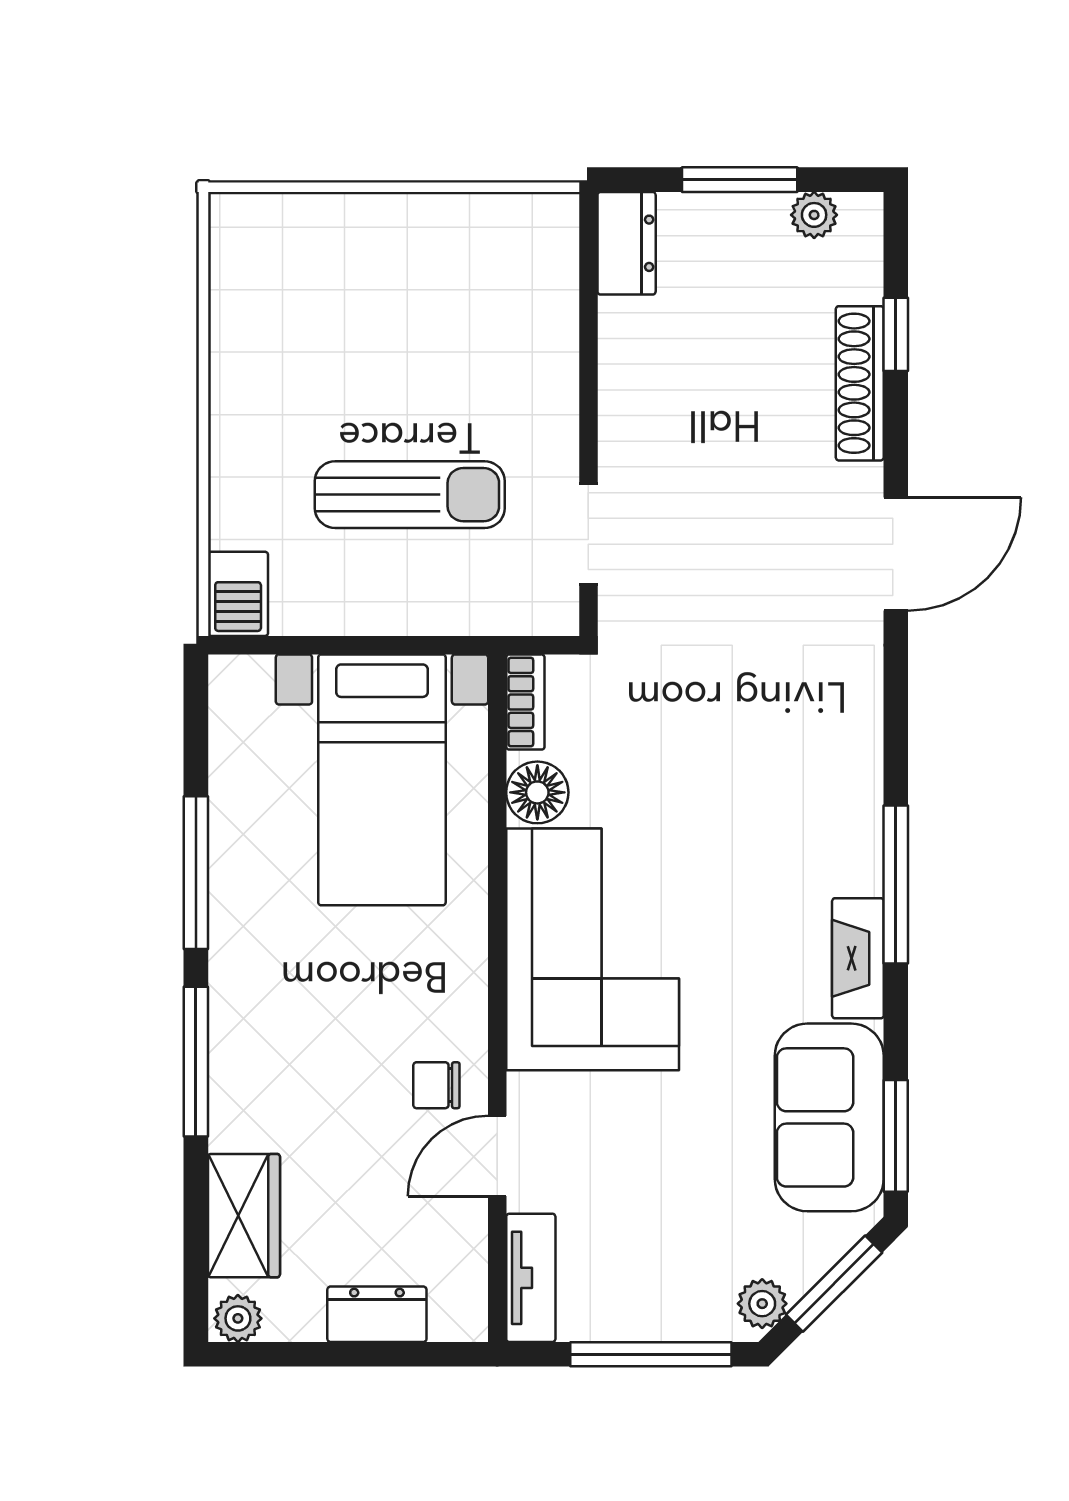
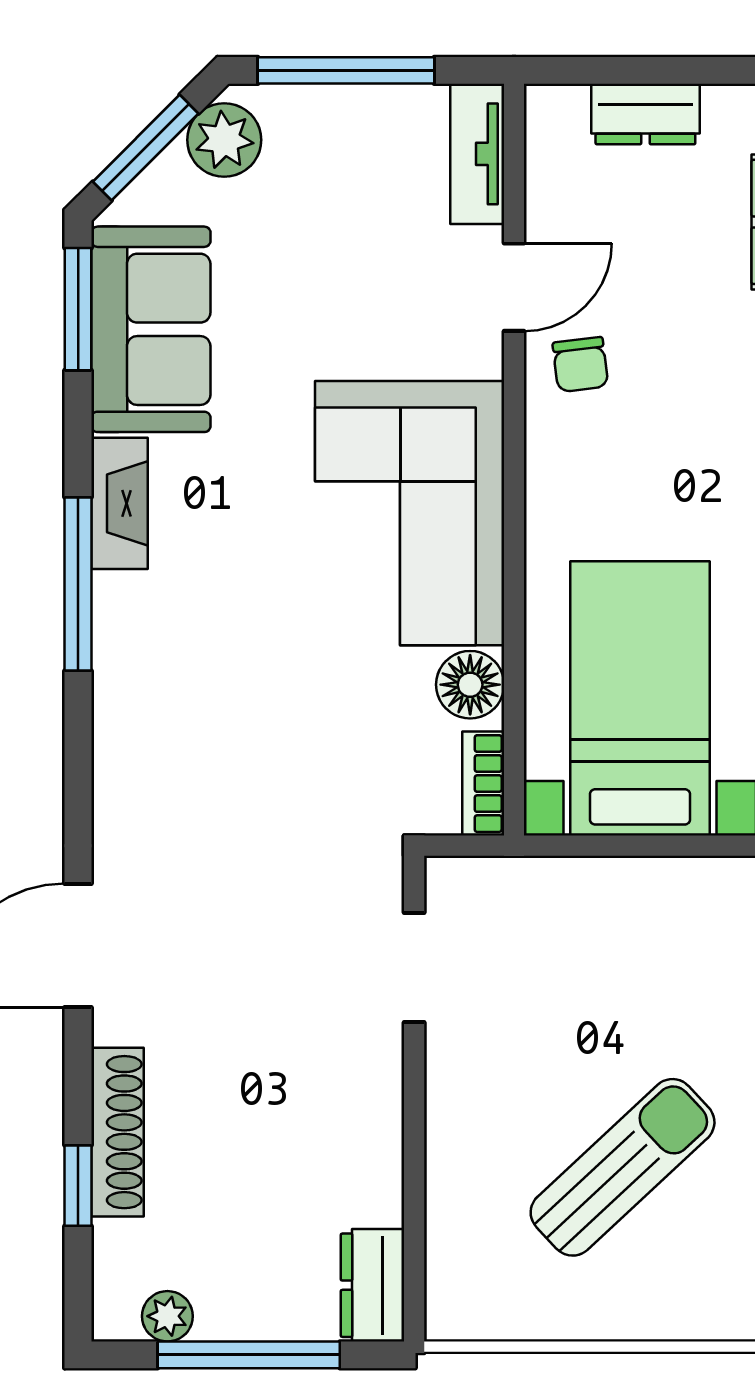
window: (740, 180) -> (249, 1355), width x1.44
sun lounger: (410, 495) -> (623, 1167), moved, turned 137
chair: (436, 1085) -> (580, 365), turned 83
plant: (762, 1304) -> (224, 140), width x1.38, depth x1.38

